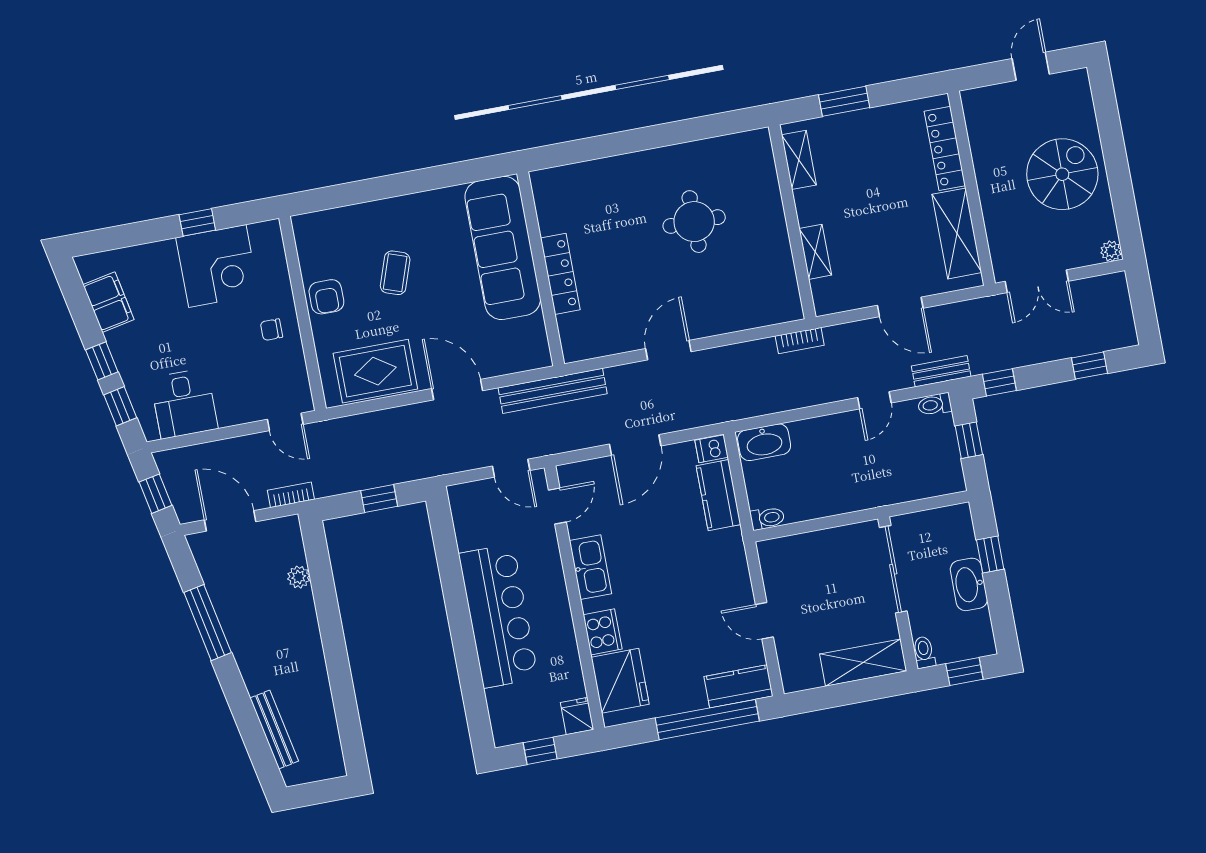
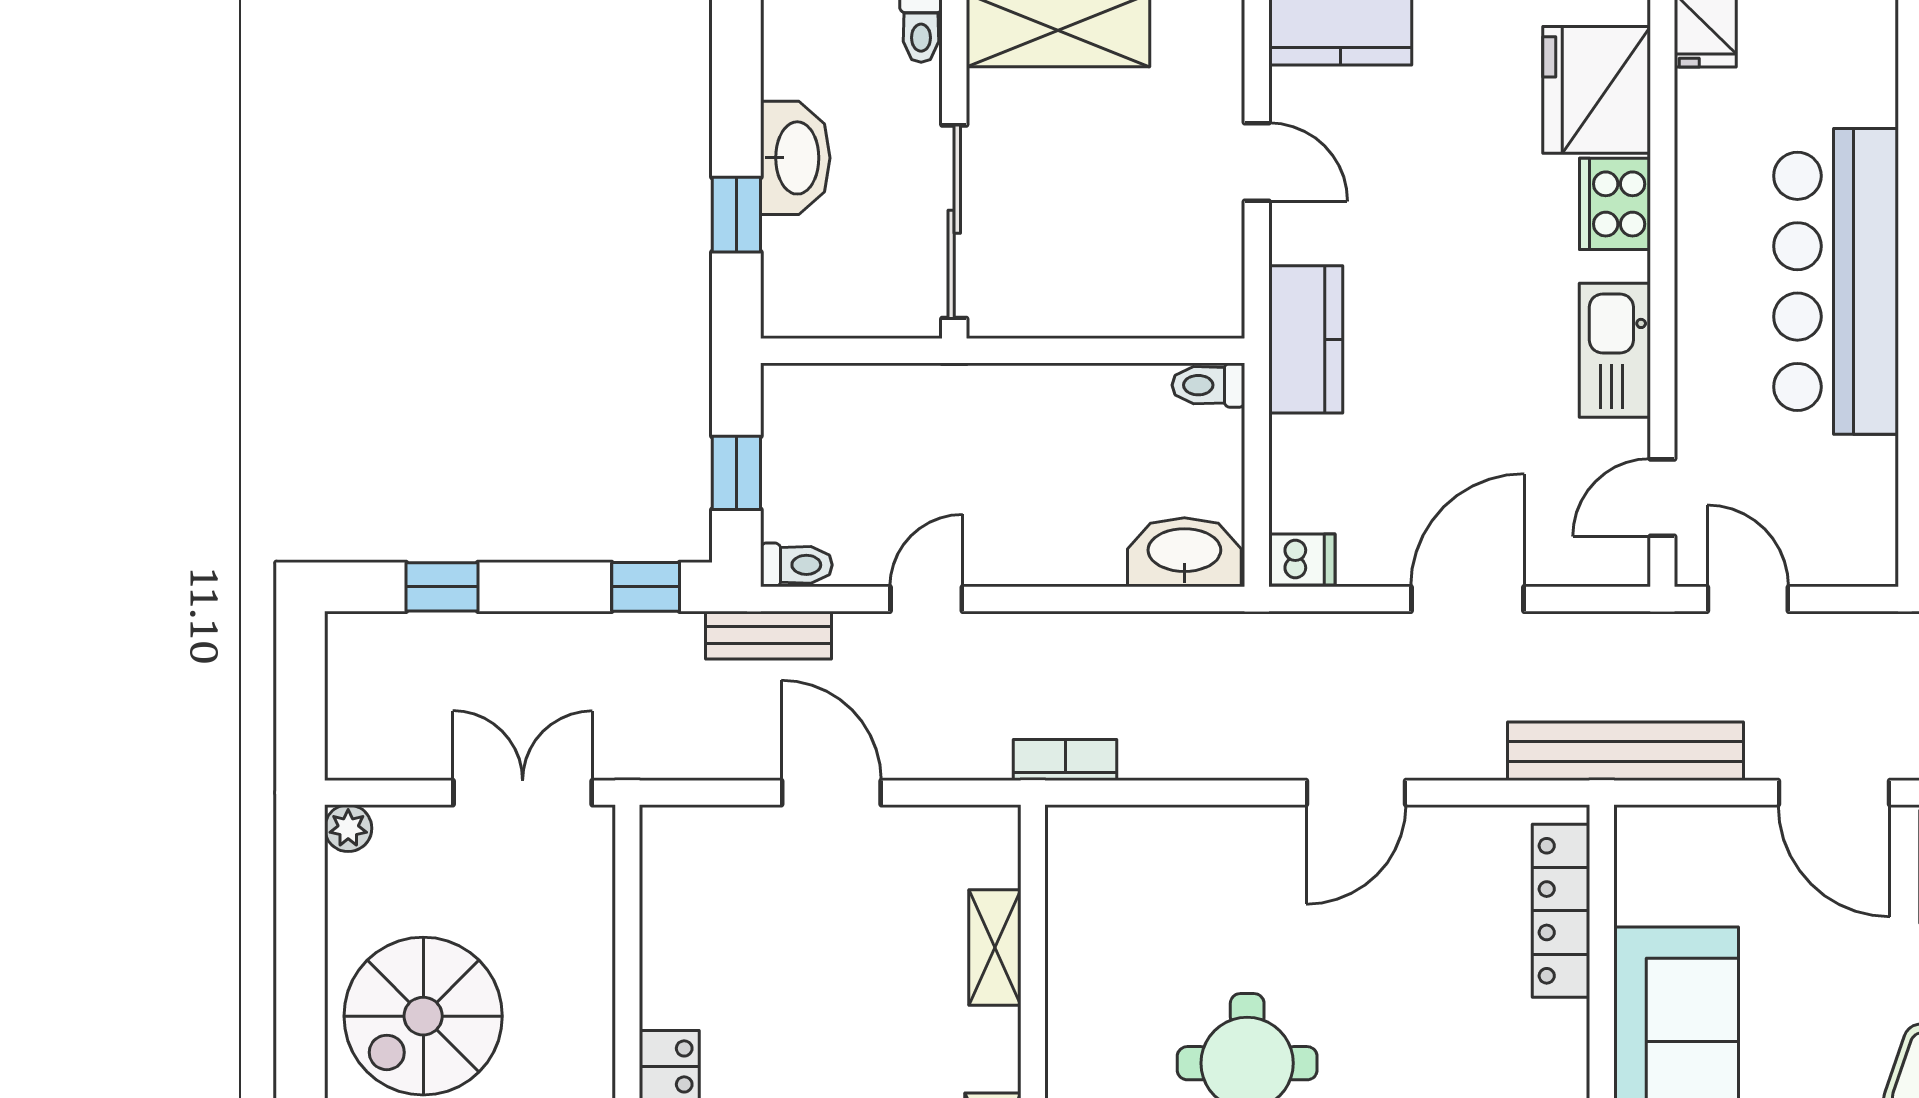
shelving: (957, 233) -> (678, 930), removed
locker: (560, 274) -> (1561, 911), moved
kitchen counter: (718, 495) -> (1306, 339), moved

